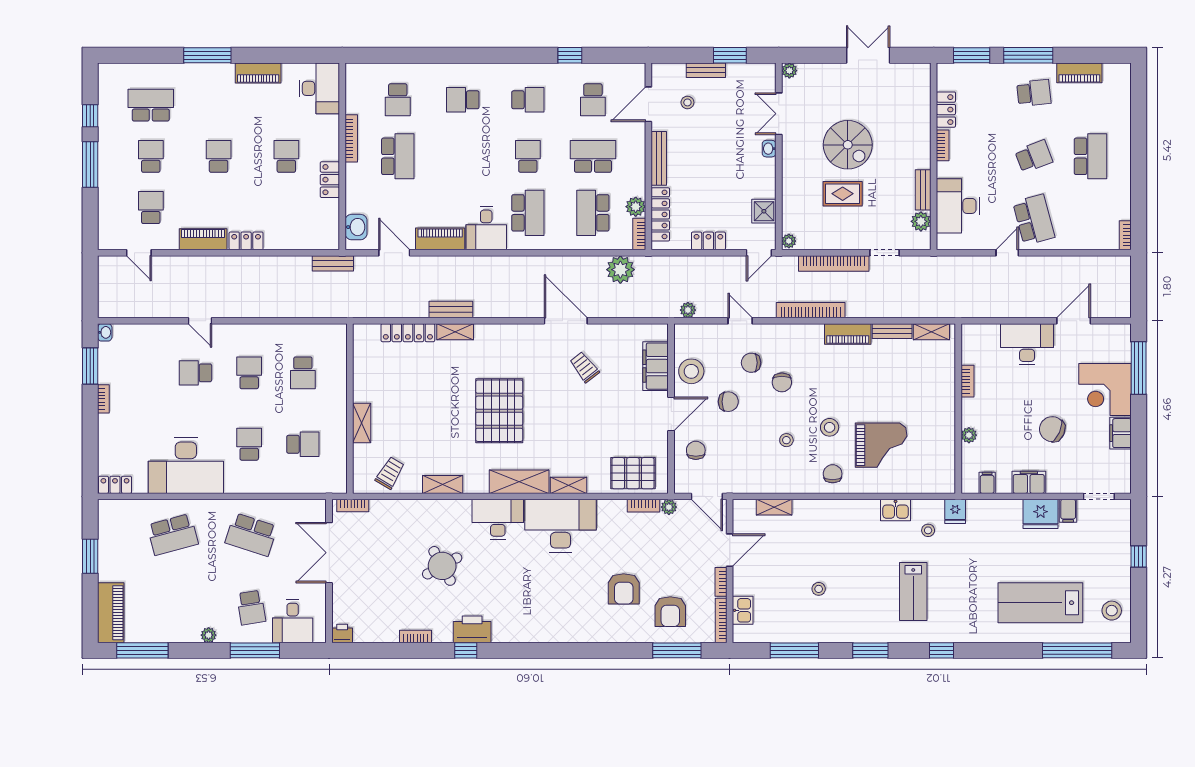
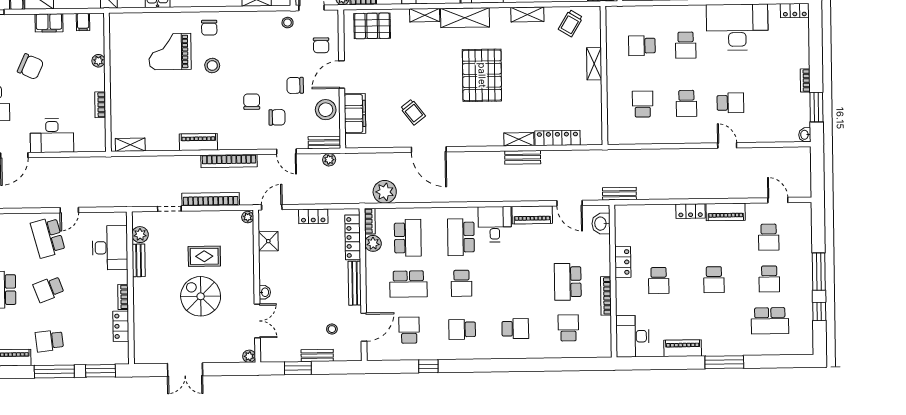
bench: (892, 331) -> (324, 143), moved
stool: (786, 440) -> (288, 23), moved

